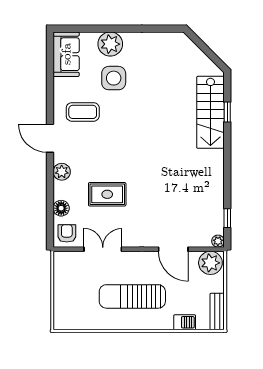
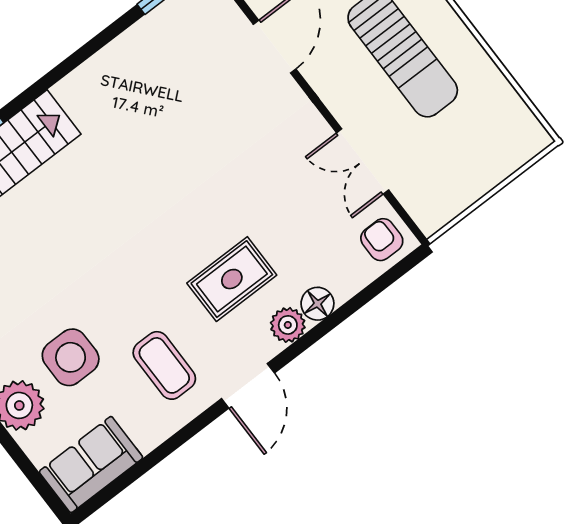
rug: (107, 194) -> (232, 279), moved, turned 90
floor lamp: (61, 208) -> (317, 304), moved
armchair: (67, 233) -> (382, 240), turned 90

